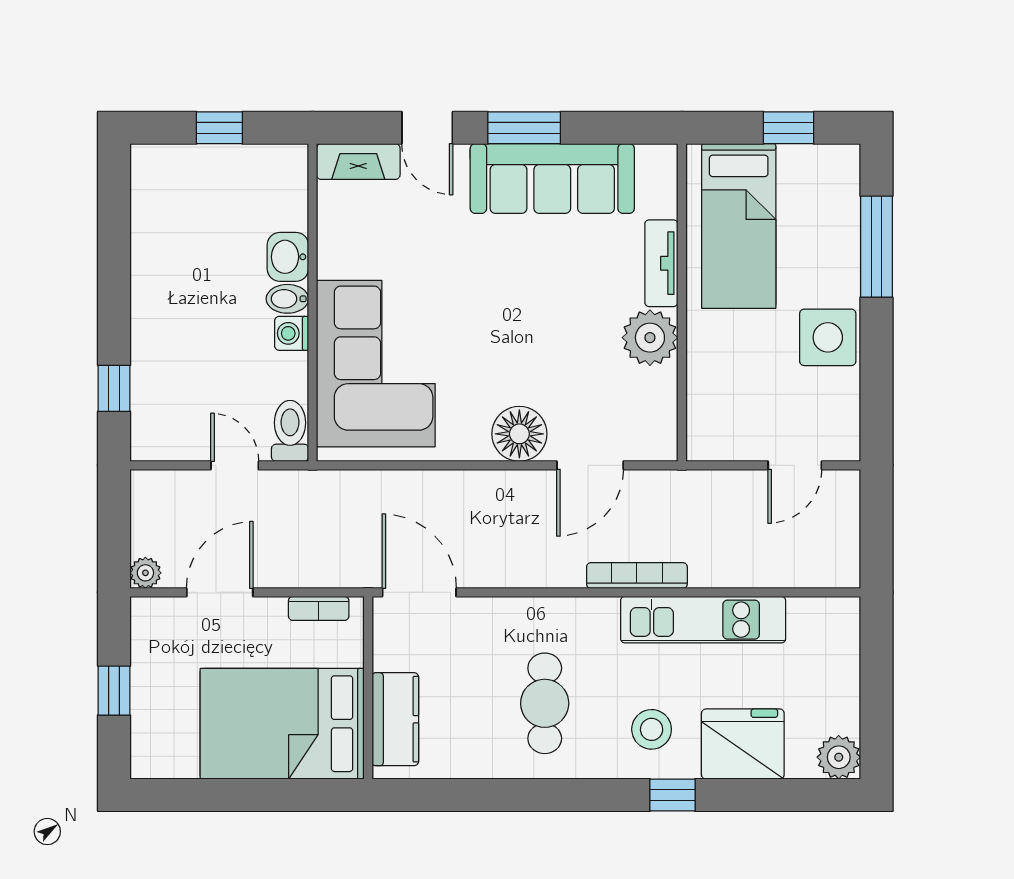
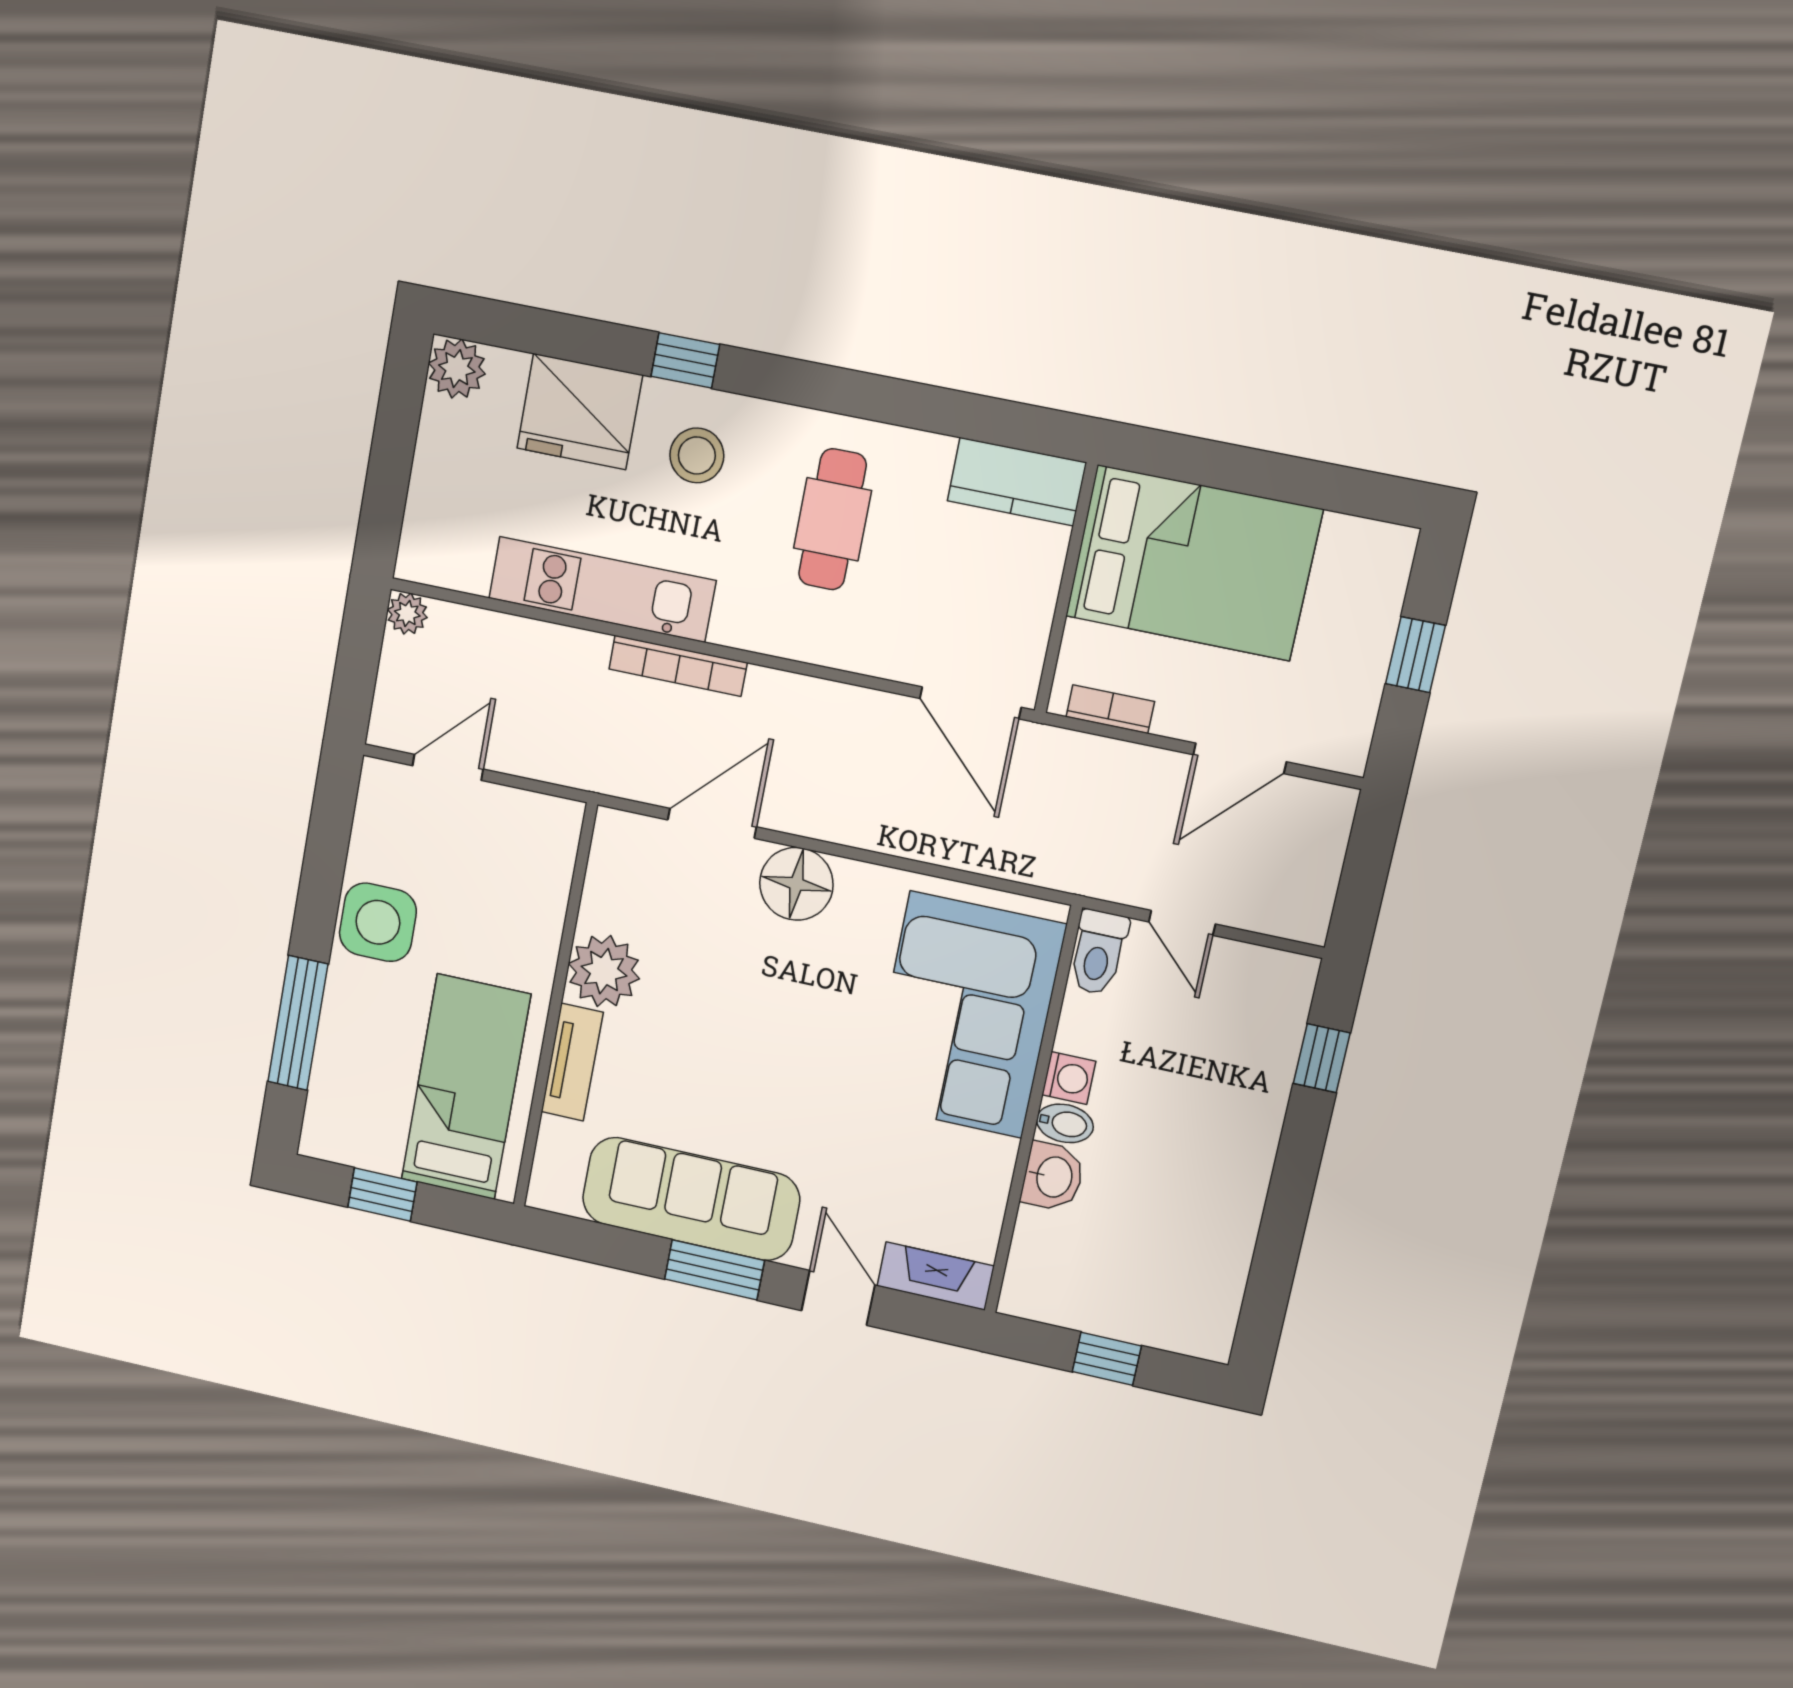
plant: (145, 573) -> (407, 614), moved
kitchen counter: (395, 719) -> (1017, 482), moved, turned -90

